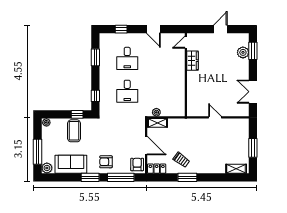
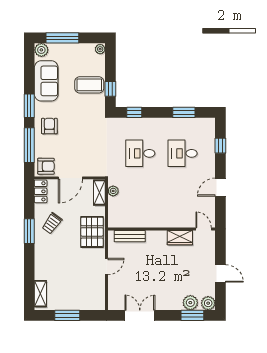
plant: (243, 39) -> (208, 303), added
bench: (191, 99) -> (130, 236), added
pallet: (188, 129) -> (92, 232), added

